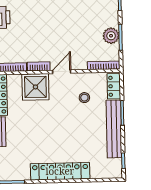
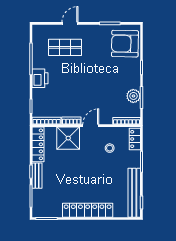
bench: (114, 129) -> (134, 193), moved

